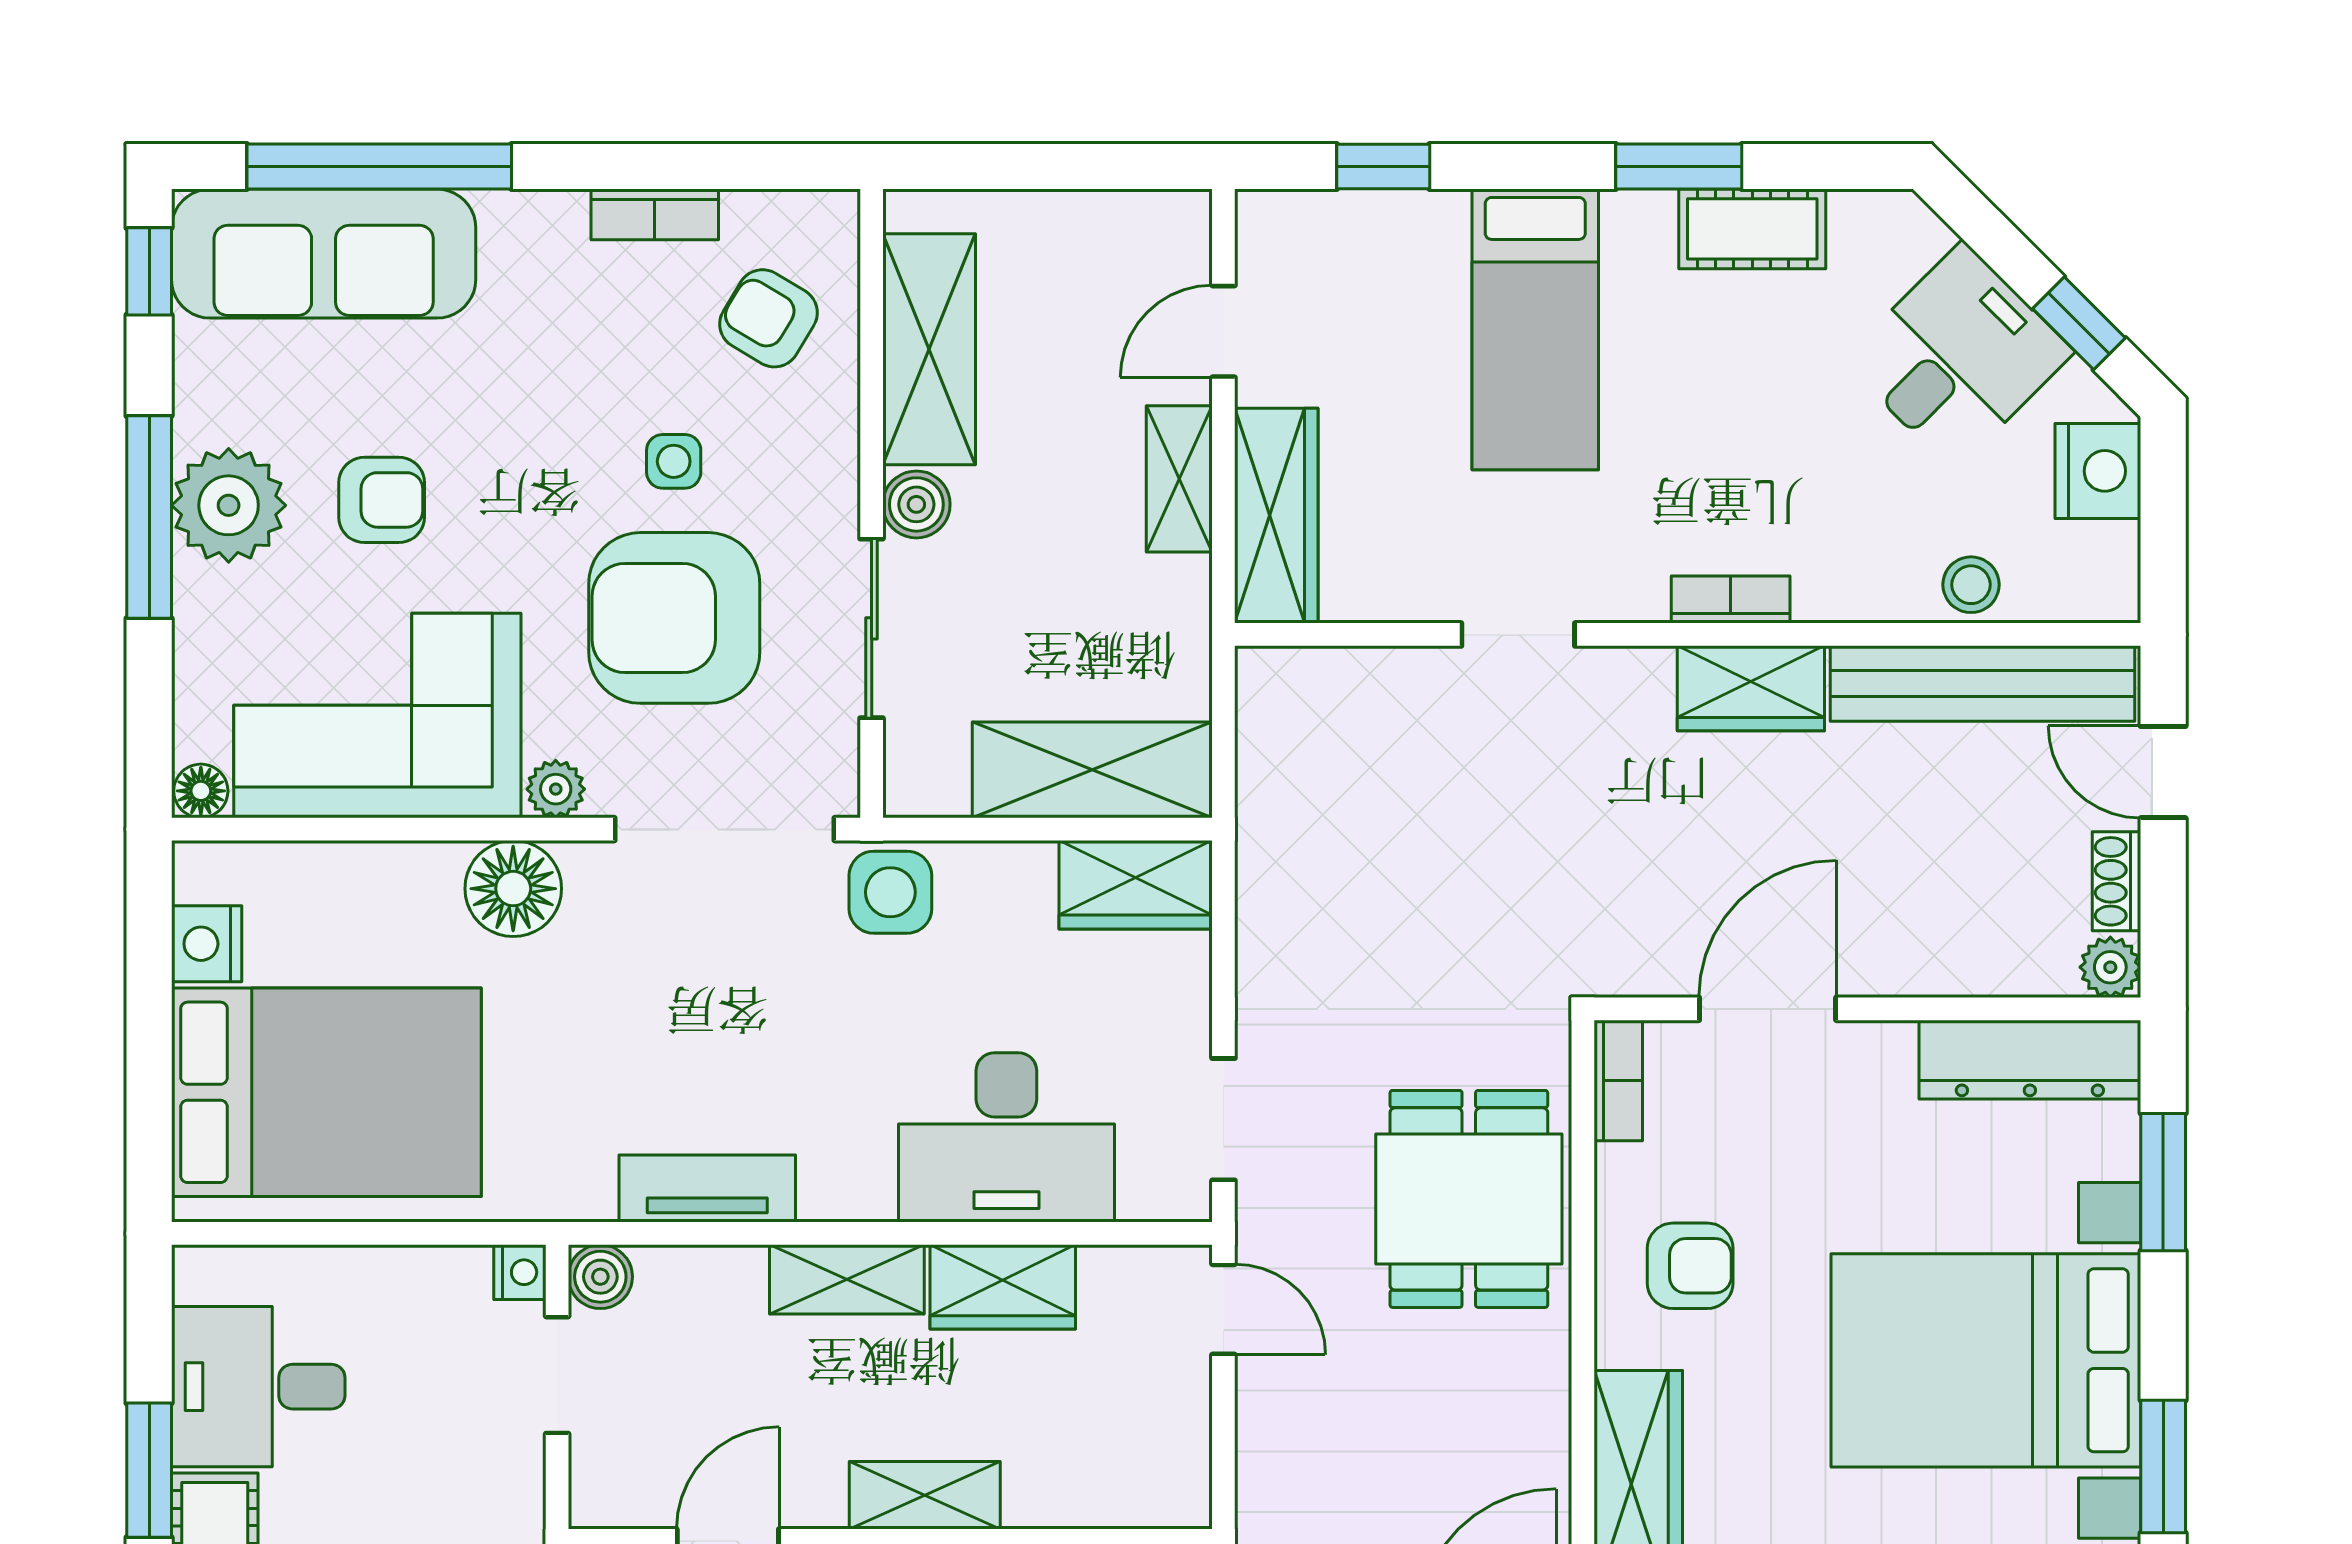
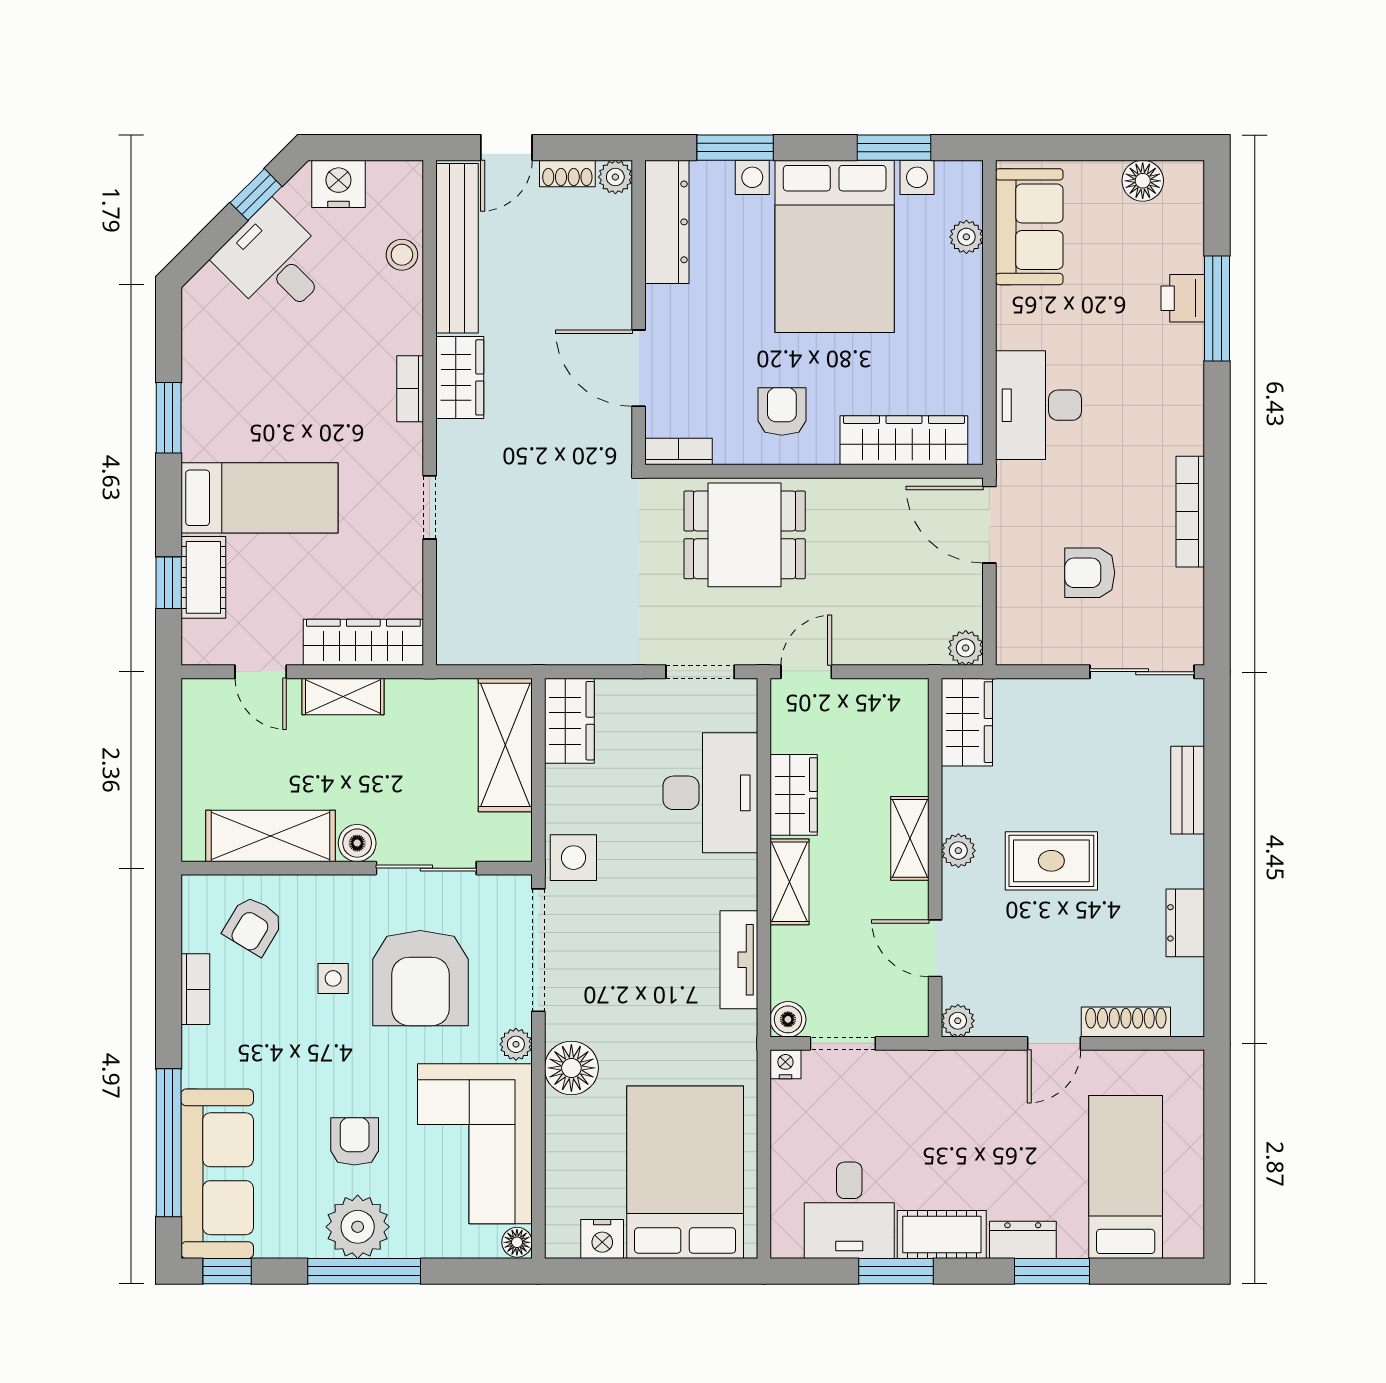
cot: (1752, 229) -> (203, 577), moved

